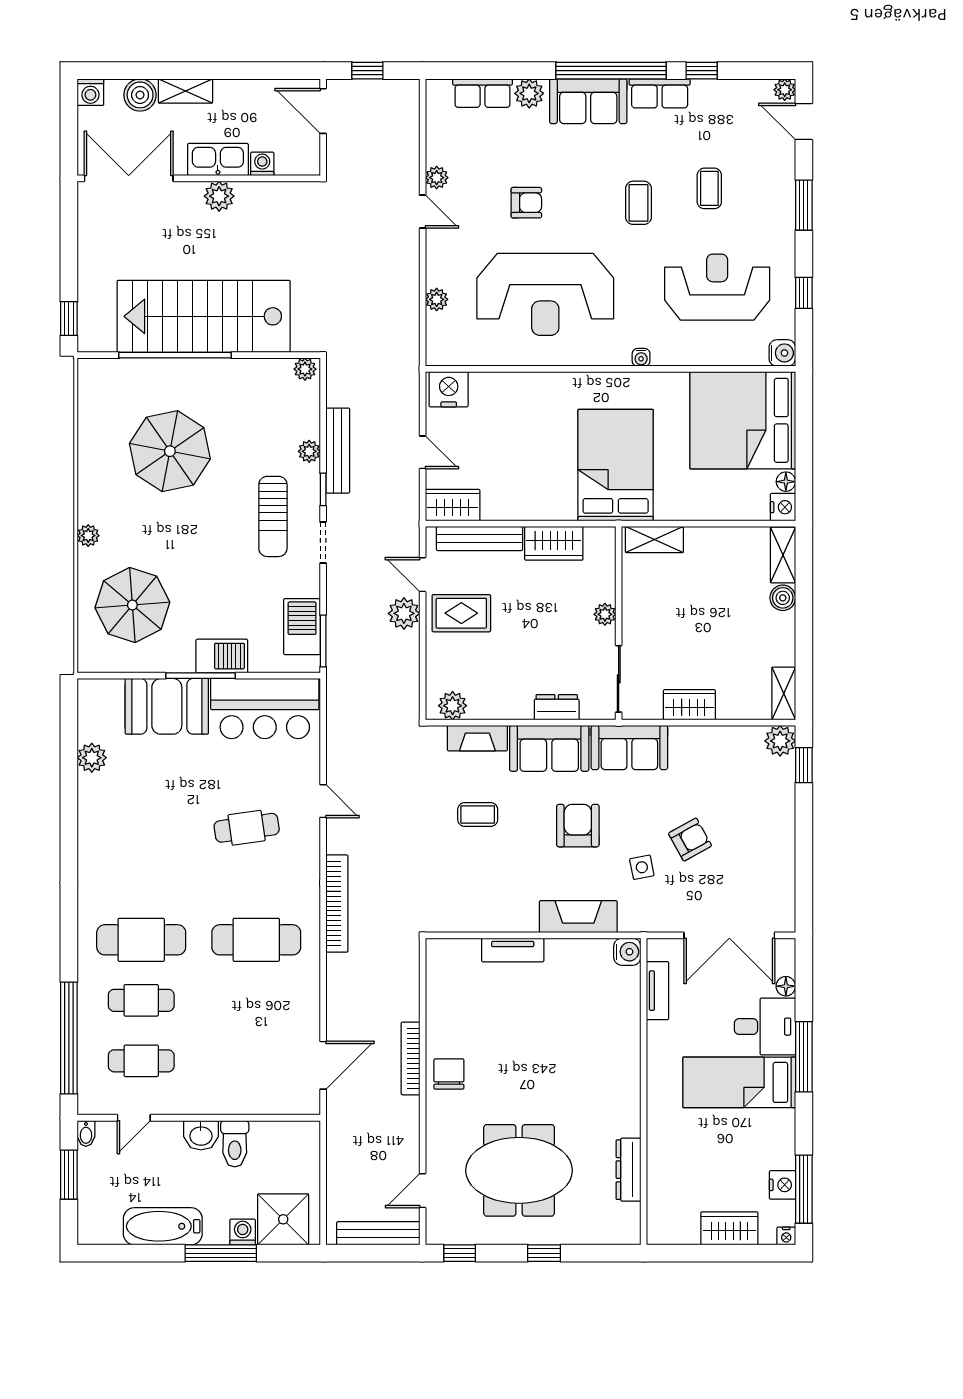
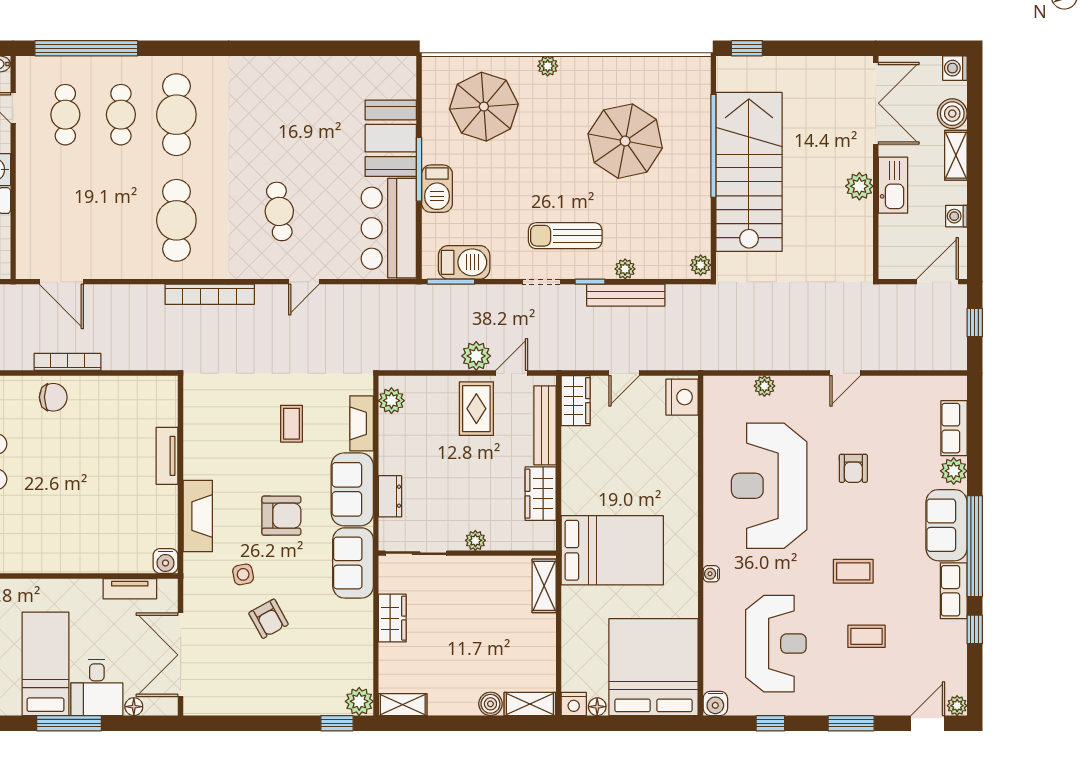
washing machine: (262, 164) -> (956, 216), moved, turned 180
plant: (437, 178) -> (876, 386), removed
plant: (92, 758) -> (344, 69), removed

